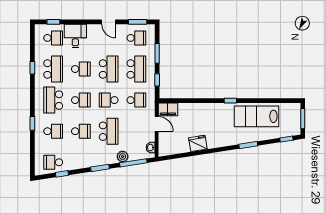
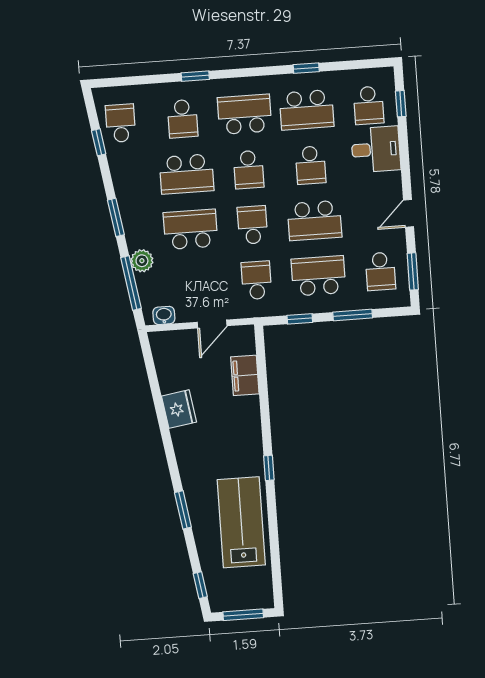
school desk: (136, 69) -> (318, 276), turned 180
school desk: (136, 100) -> (256, 280), turned 180
filing cabinet: (168, 109) -> (245, 375), moved
school desk: (81, 131) -> (187, 174), width x1.85
school desk: (109, 131) -> (190, 229), turned 180

